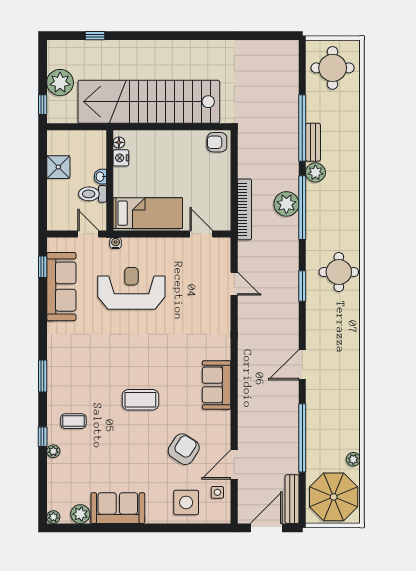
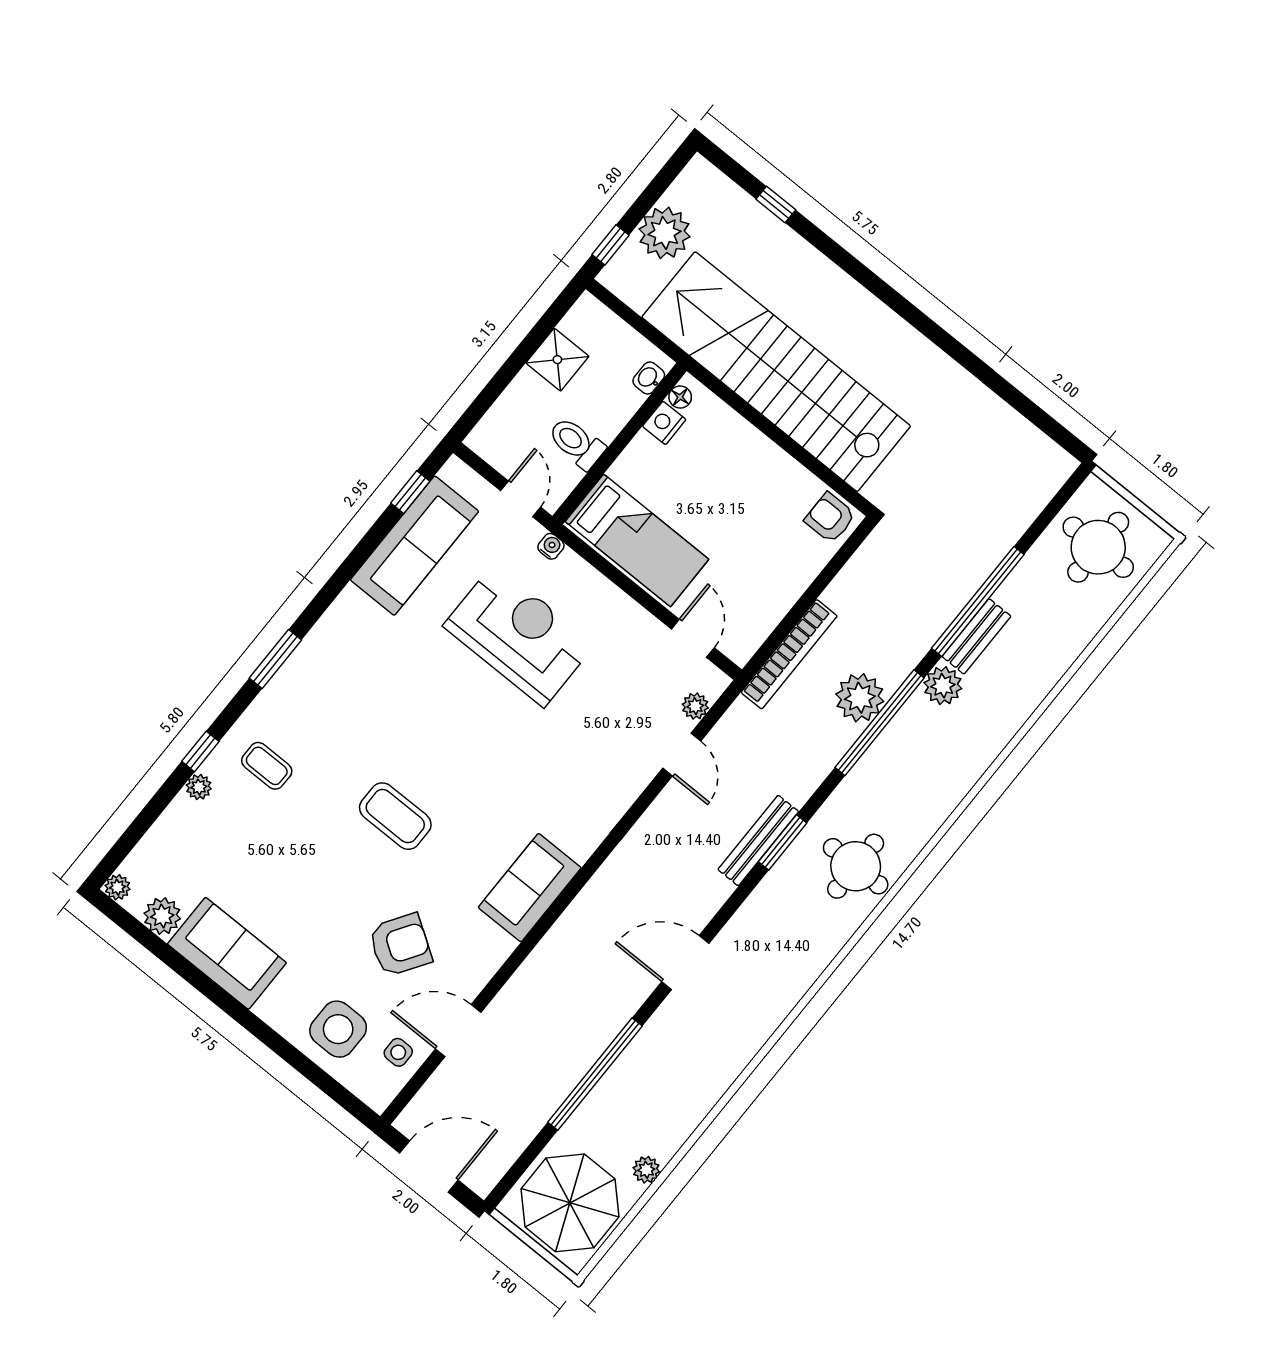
washbasin: (100, 177) -> (649, 378), moved
plant: (224, 260) -> (695, 706), added
bench: (292, 499) -> (758, 841), moved

